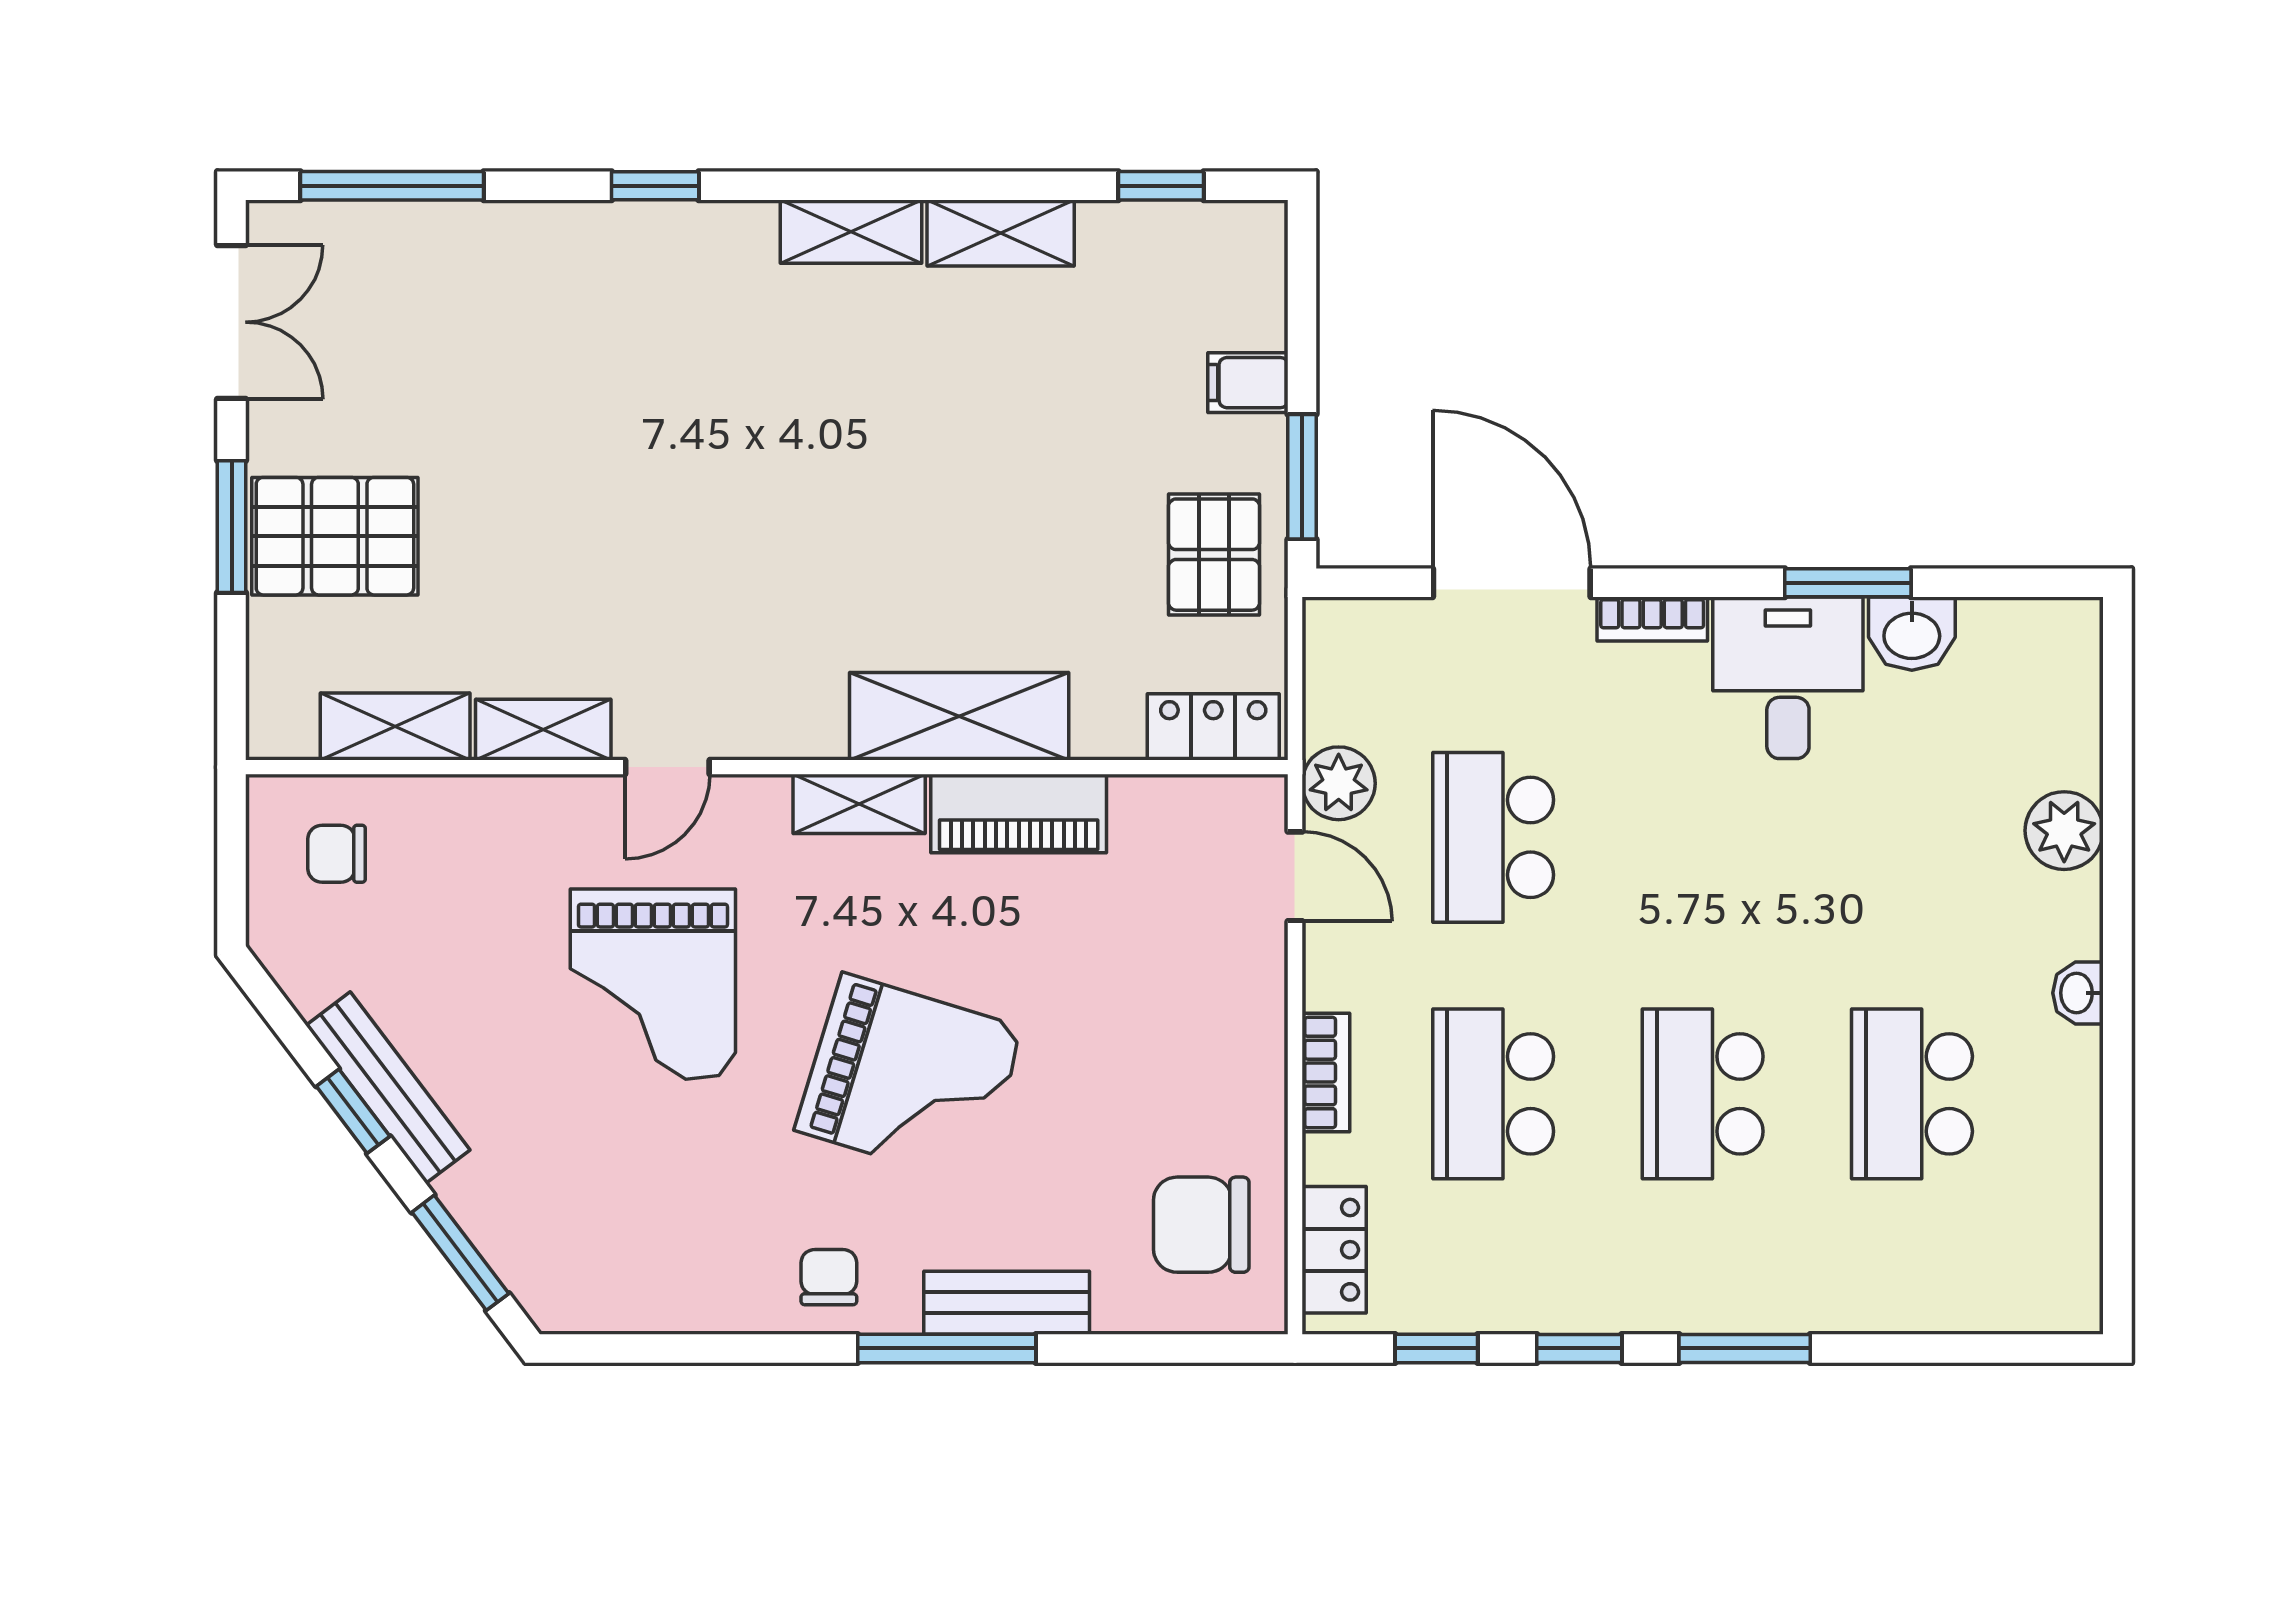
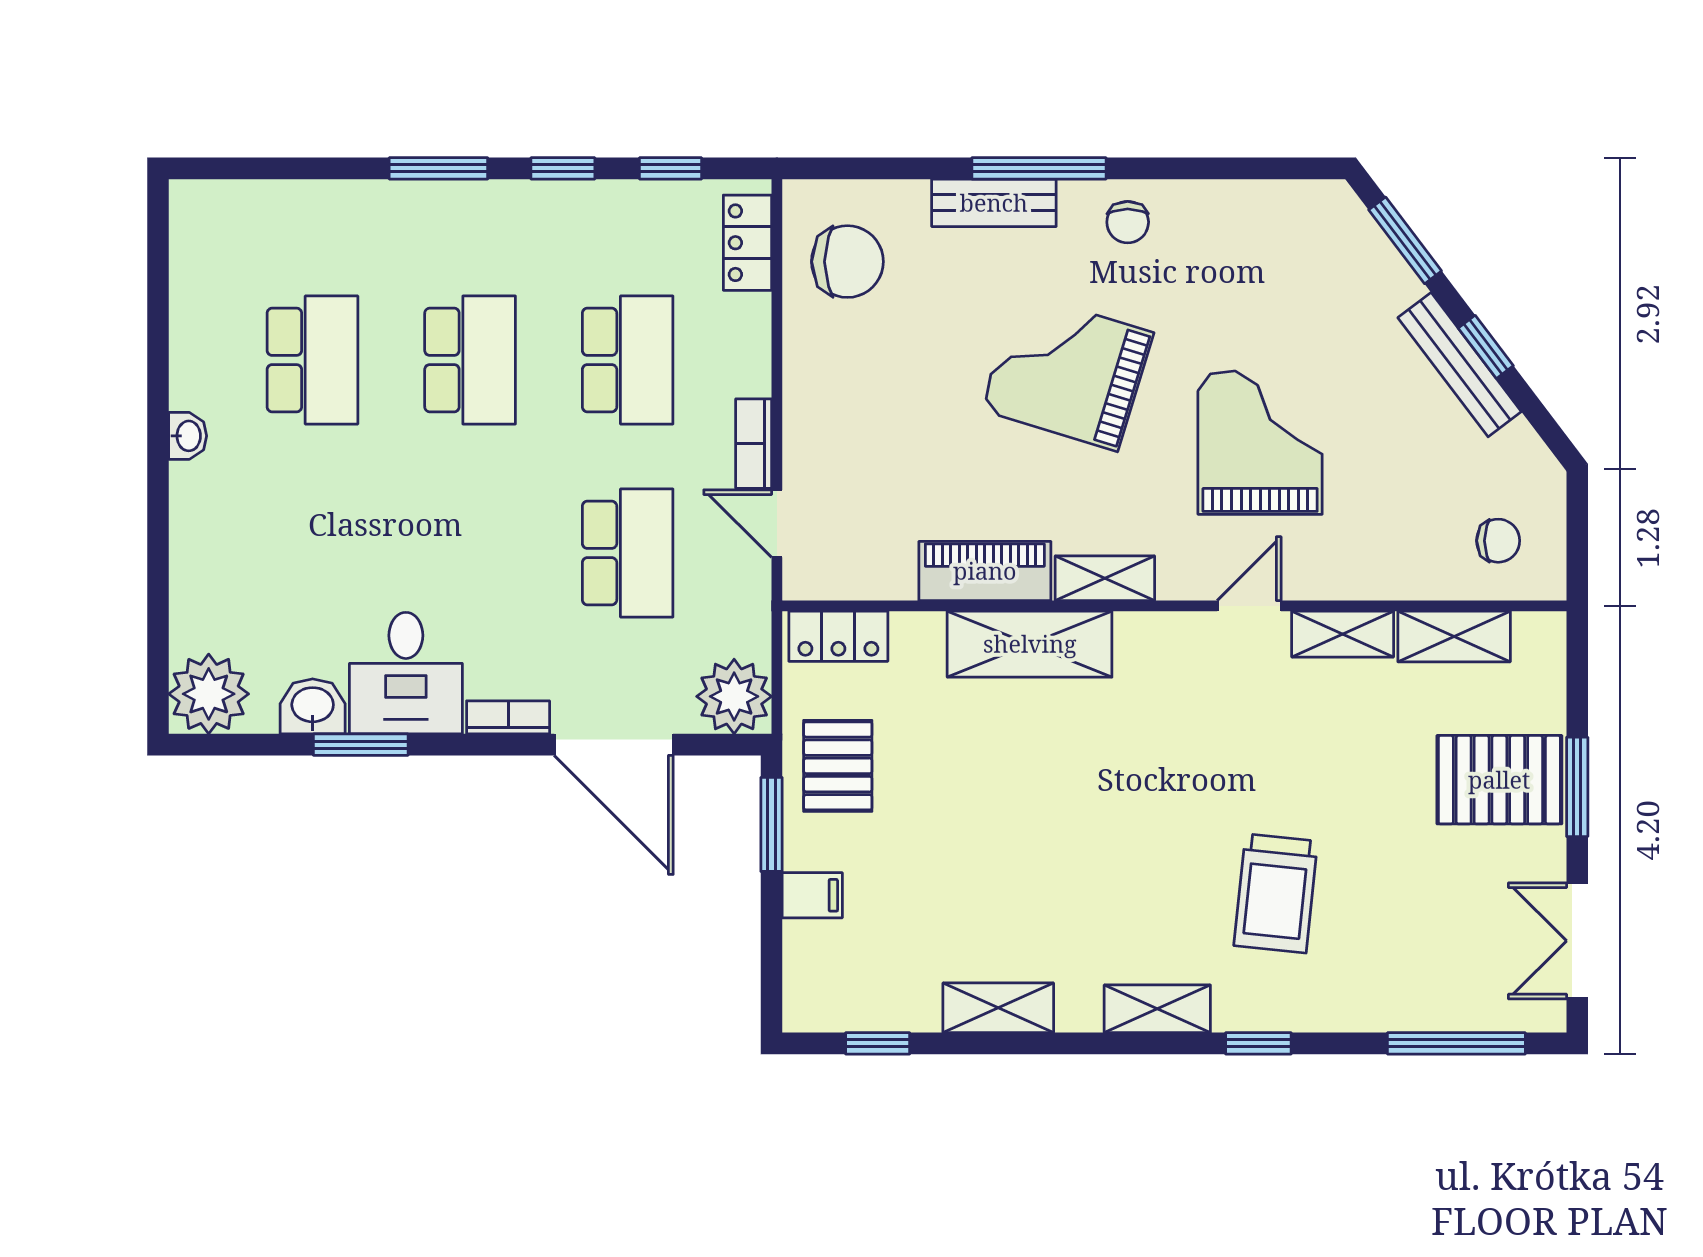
shelving: (851, 232) -> (1157, 1009), moved
trolley: (632, 385) -> (1276, 893), added
plant: (1339, 783) -> (734, 696), moved, width x1.36, depth x1.36
plant: (2064, 831) -> (209, 694), moved, width x1.36, depth x1.36
bookcase: (1326, 1073) -> (754, 444), moved

